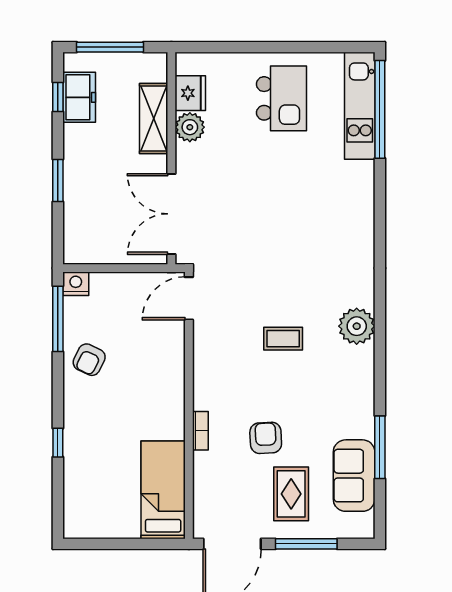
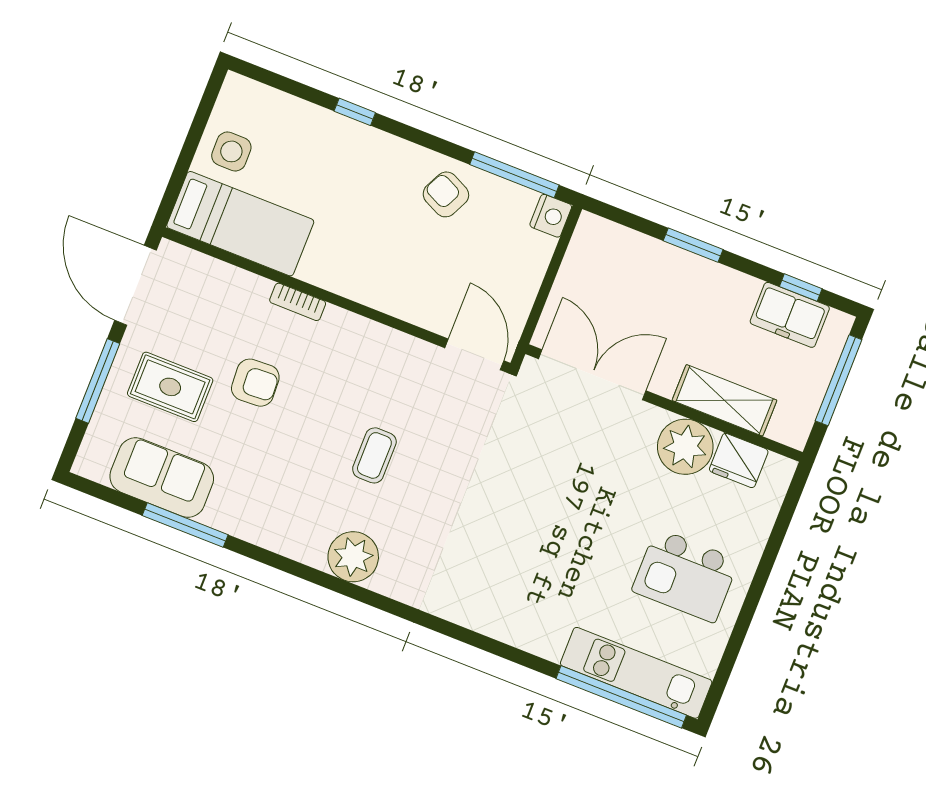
plant: (190, 127) -> (685, 447), width x1.36, depth x1.36
side table: (117, 515) -> (231, 151), added

